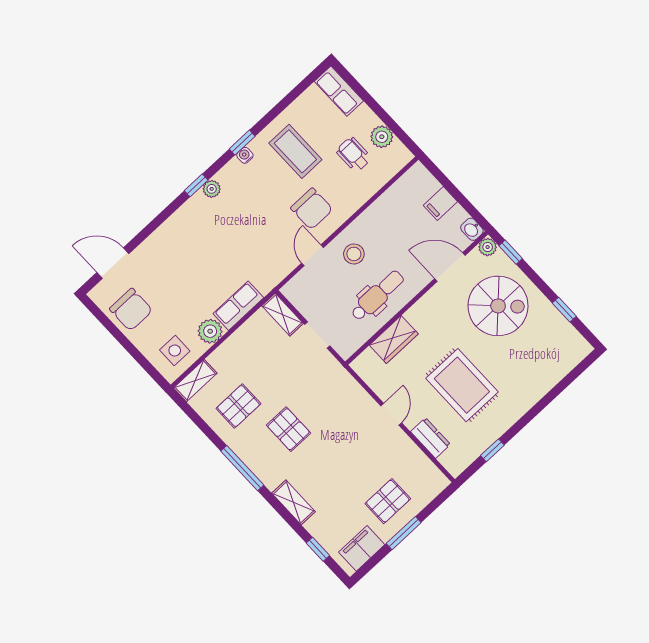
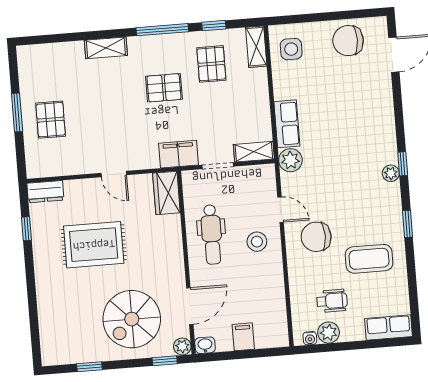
water cooler: (245, 155) -> (310, 338), moved, turned 90
plant: (210, 331) -> (290, 160), moved
wardrobe: (394, 340) -> (166, 193), moved
dresser: (431, 438) -> (45, 192), moved
filing cabinet: (362, 548) -> (178, 154), moved, turned -90
window: (318, 549) -> (214, 26), moved

